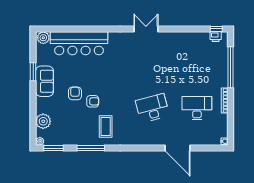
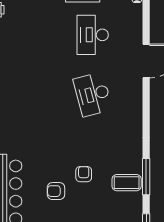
armchair: (75, 93) -> (56, 191), moved
coffee table: (106, 126) -> (127, 183), moved

